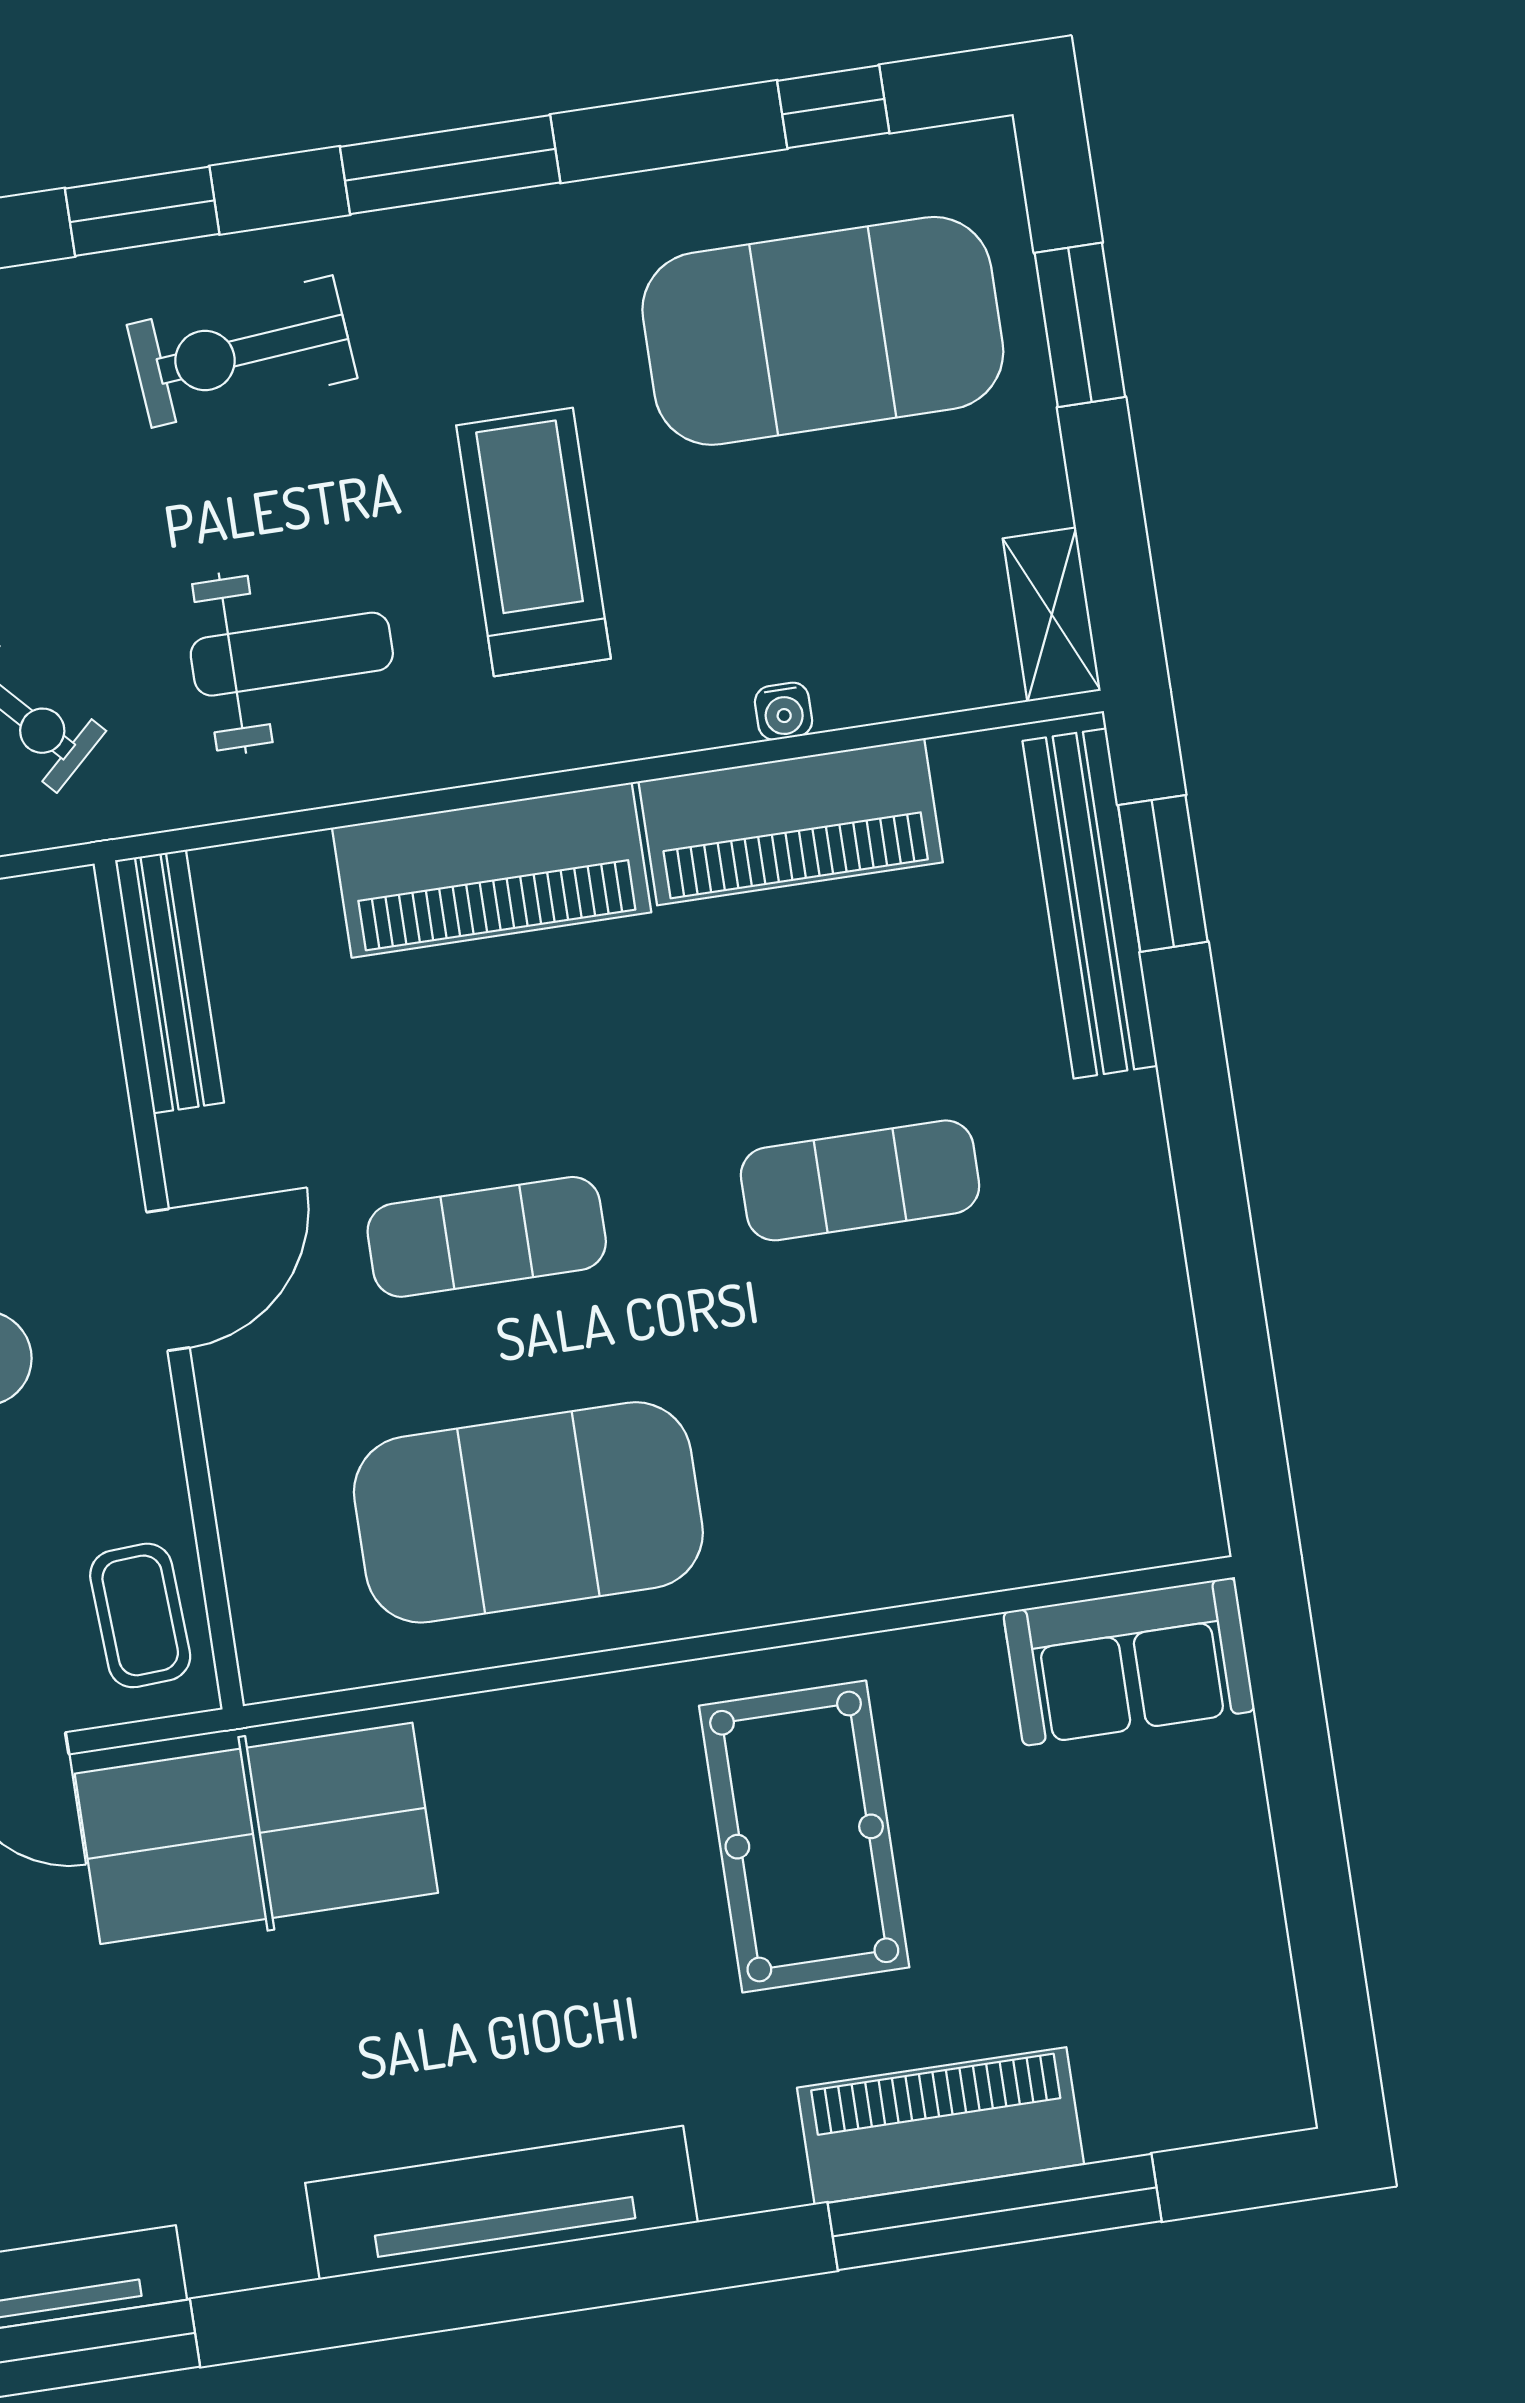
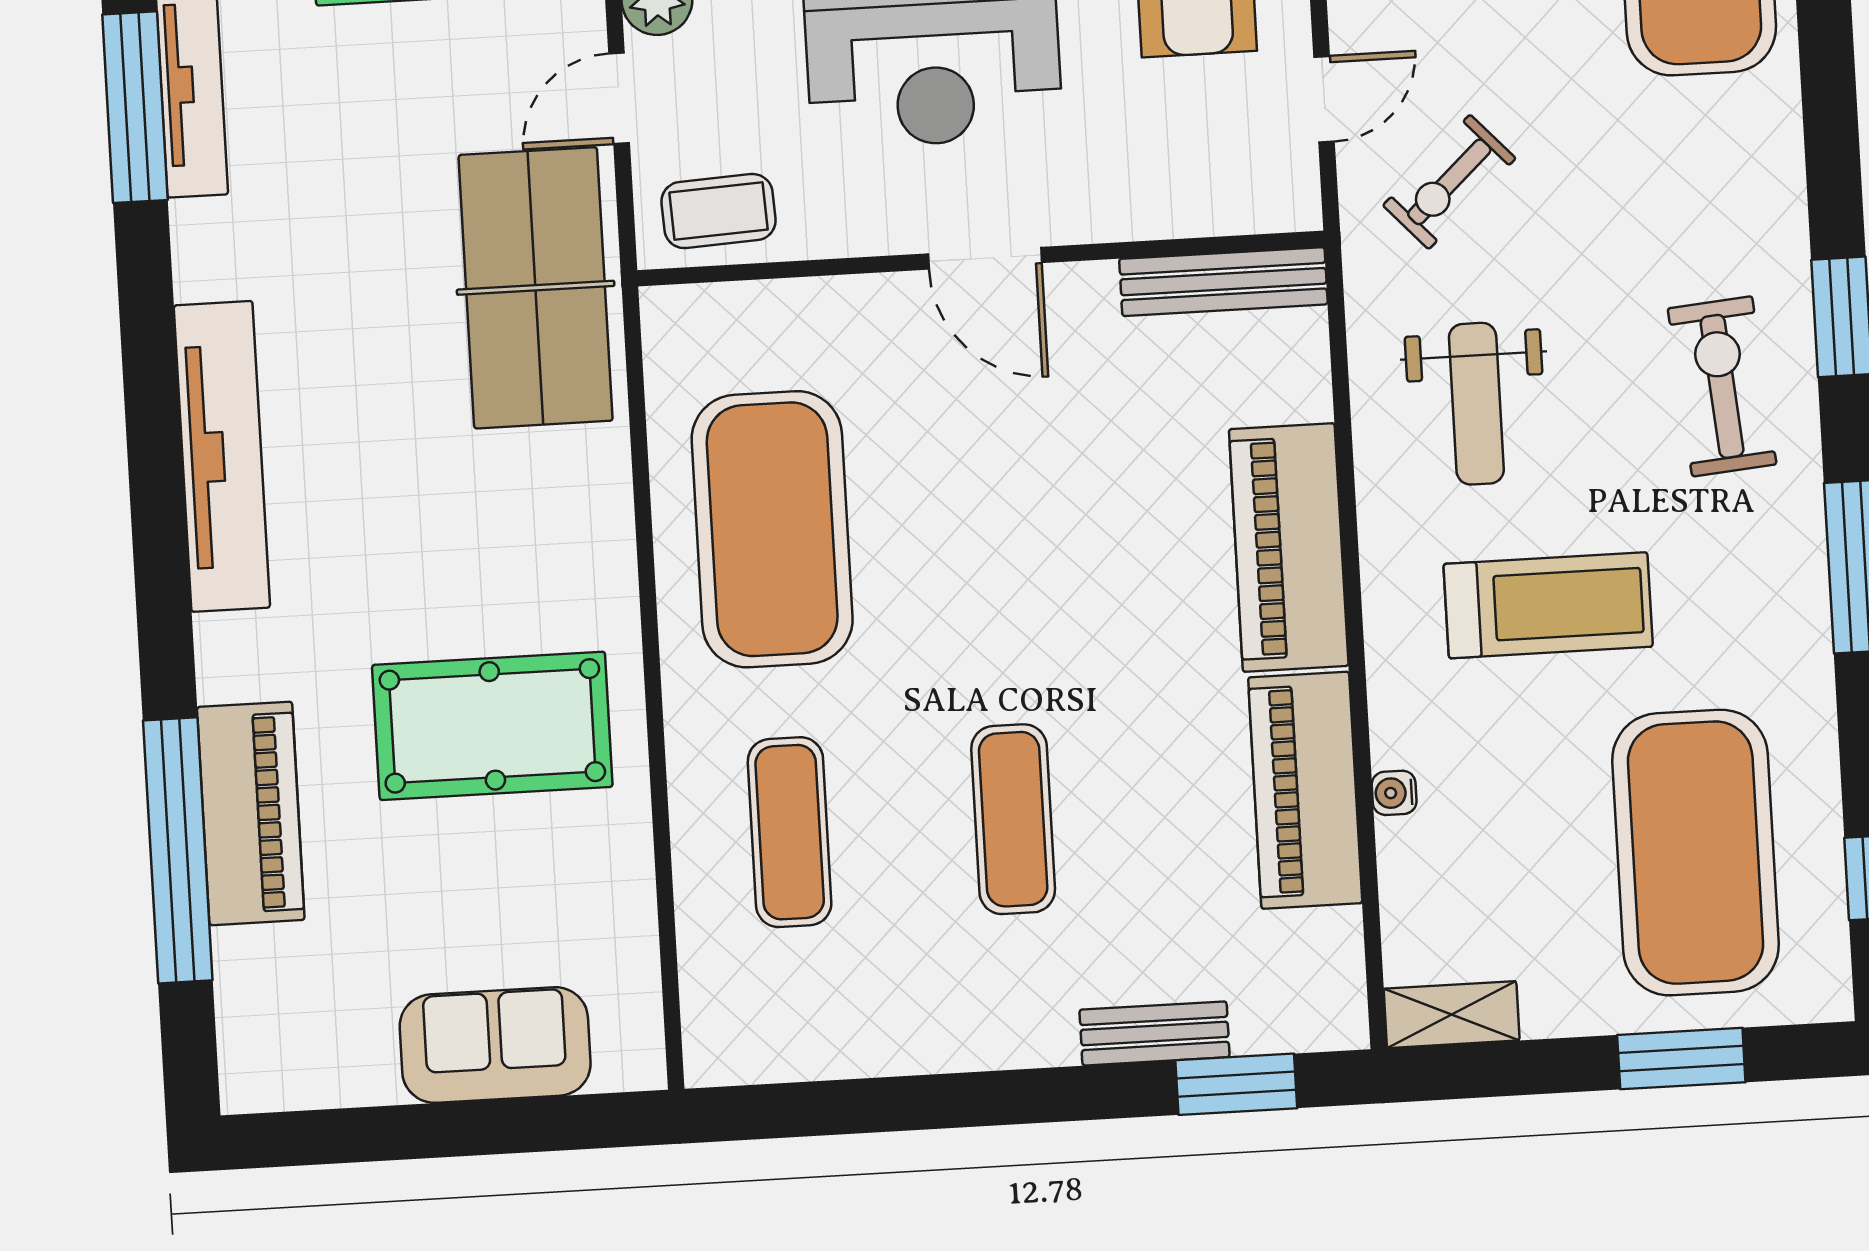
bench: (1090, 903) -> (1155, 1033), width x0.54, depth x0.82
exercise mat: (487, 1237) -> (790, 832), moved
sofa: (1129, 1662) -> (495, 1045), moved, turned 90

